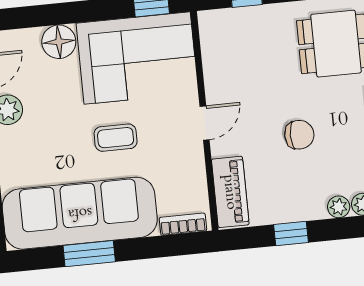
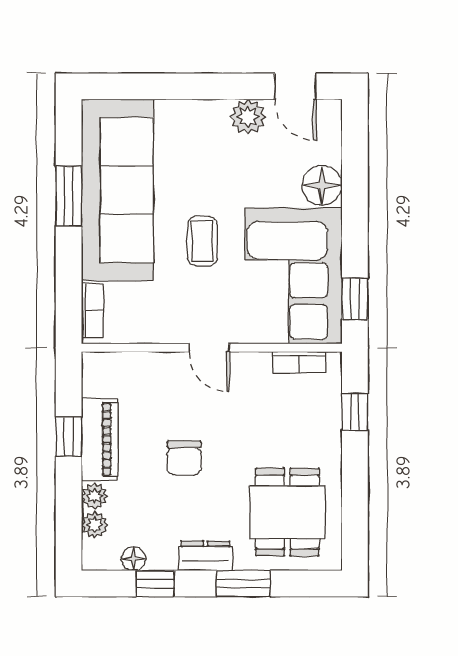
bookcase: (209, 46) -> (299, 362), added
piano: (230, 192) -> (100, 439), moved, turned -90

